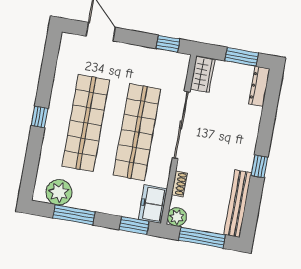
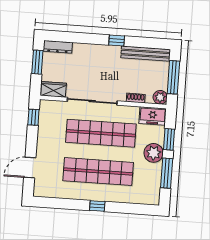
plant: (59, 192) -> (154, 153), moved
window: (134, 226) -> (169, 139), moved

